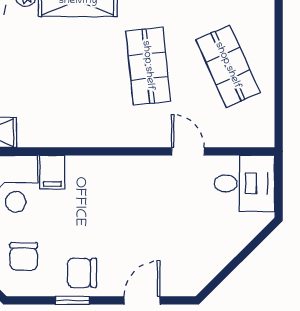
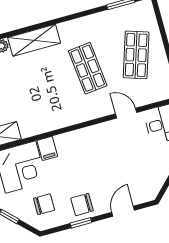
shop shelf: (228, 66) -> (136, 55), turned 42
chair: (24, 256) -> (44, 204), turned -90

